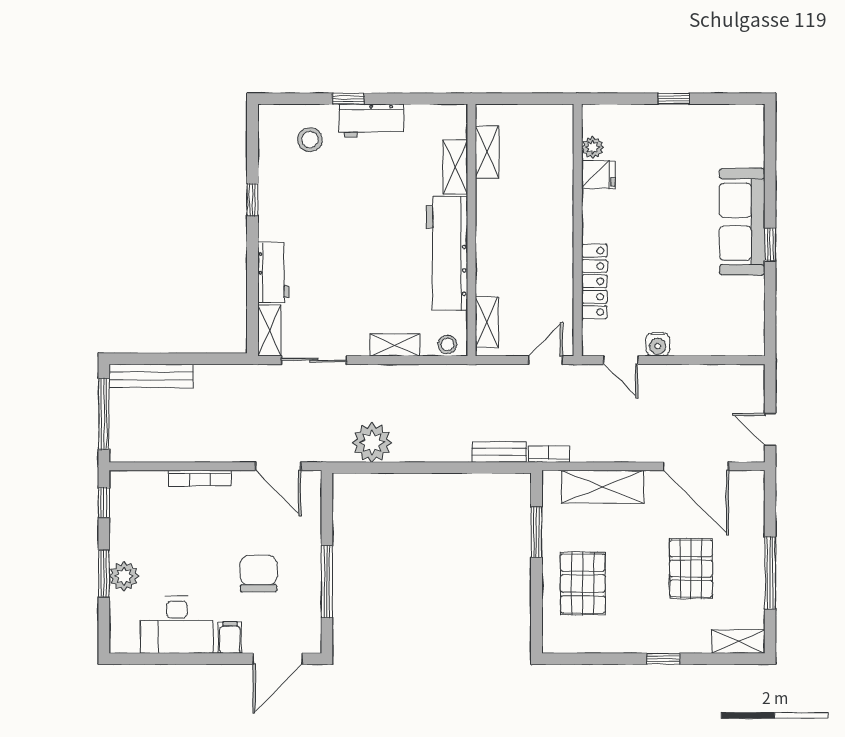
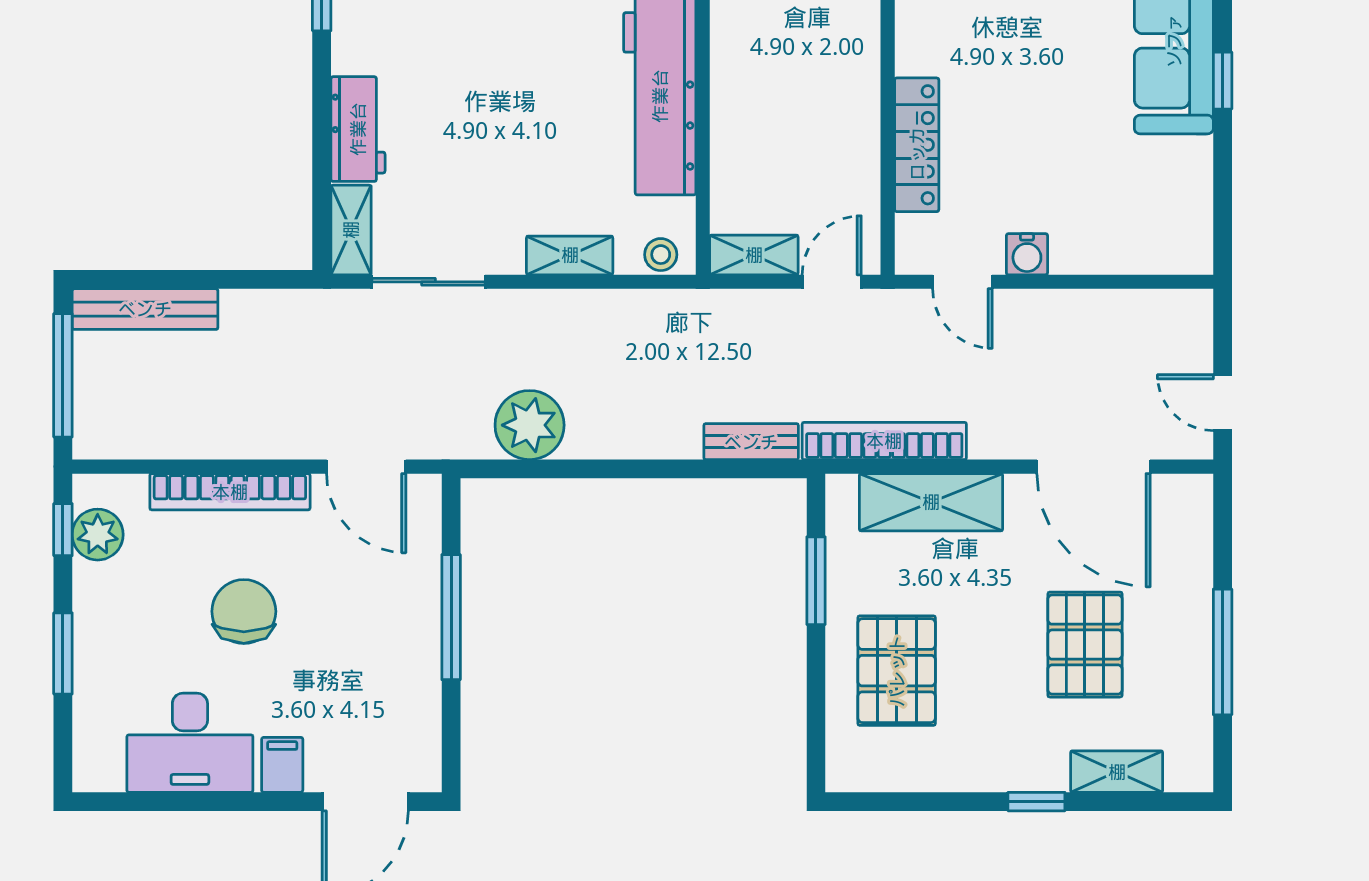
shelving: (487, 322) -> (754, 255), moved, turned 90
bookcase: (549, 454) -> (884, 441), width x2.31, depth x1.31
bookcase: (200, 478) -> (230, 492), width x1.48, depth x1.31
chair: (259, 574) -> (244, 611), moved
plant: (124, 576) -> (98, 535), moved
window: (327, 582) -> (451, 617), moved
shelving: (738, 641) -> (1117, 772), moved

